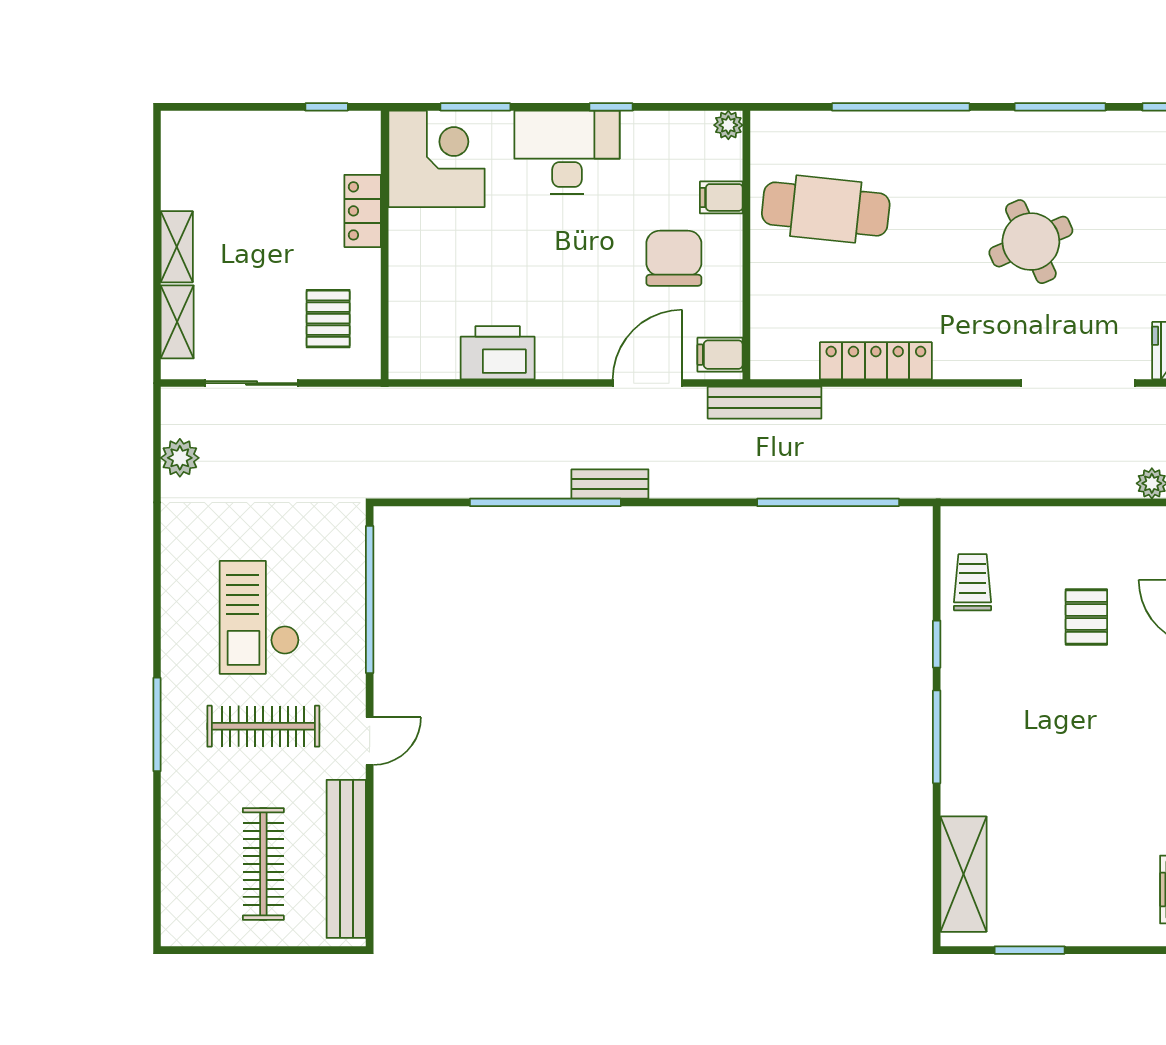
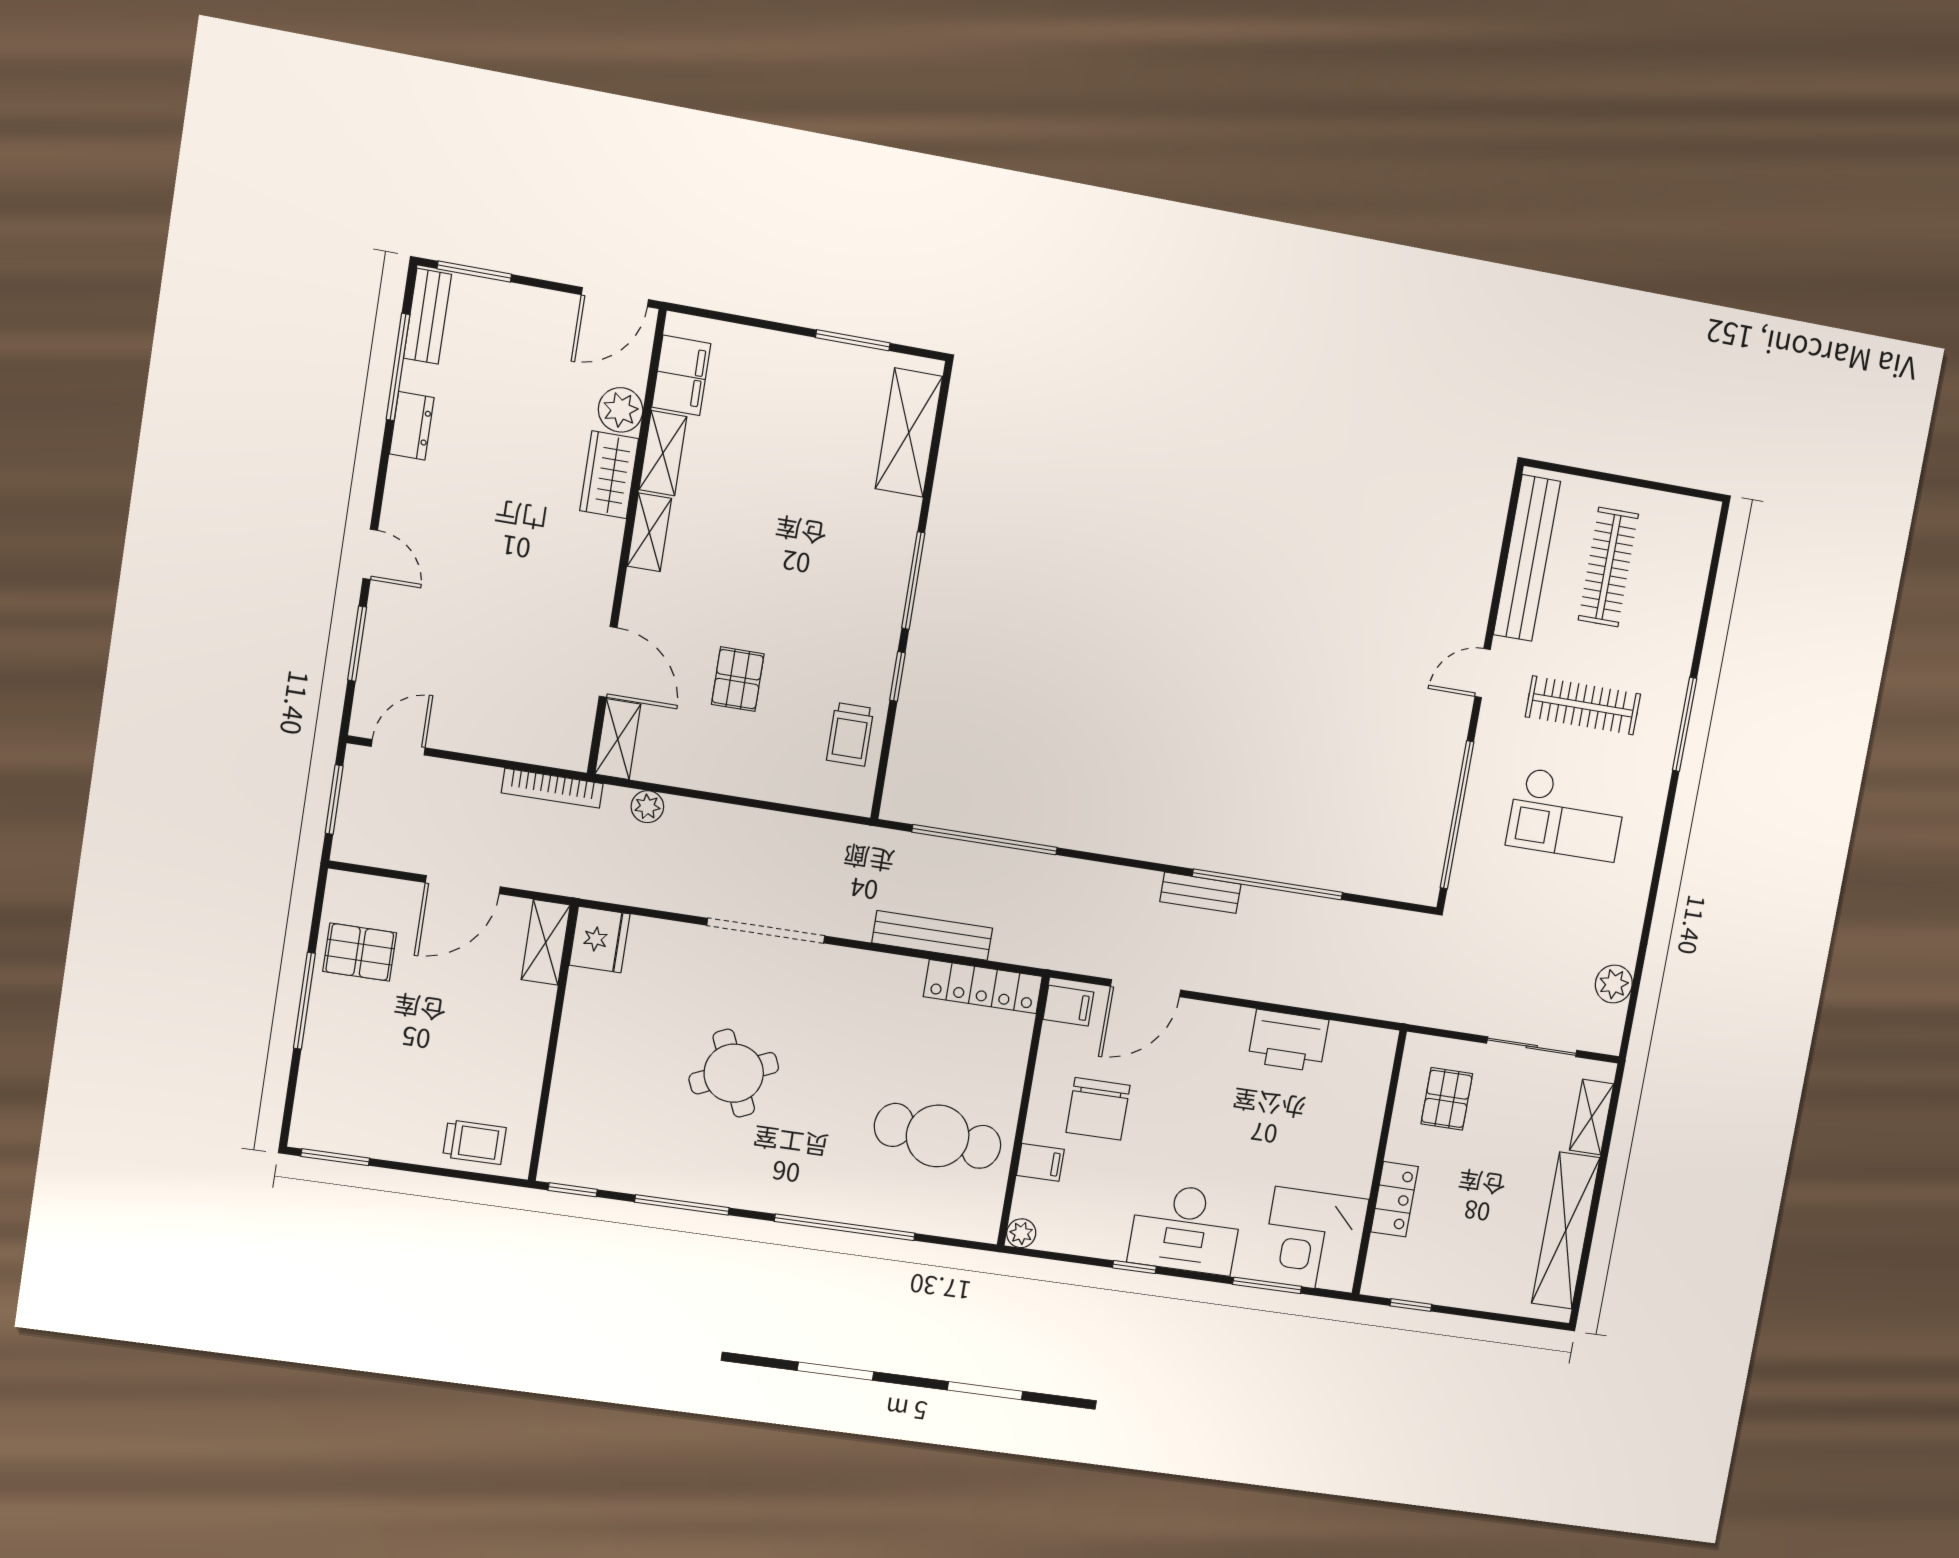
shelving: (177, 247) -> (1566, 1231), width x2.20, depth x1.33
locker: (876, 361) -> (983, 987), moved
doorway: (1078, 383) -> (766, 931), moved
bench: (765, 403) -> (932, 935), moved
checkout: (259, 617) -> (1567, 814), turned 90

